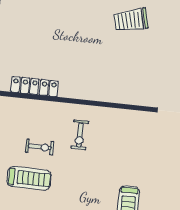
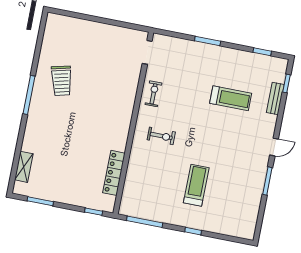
exercise bike: (40, 147) -> (154, 94), moved

